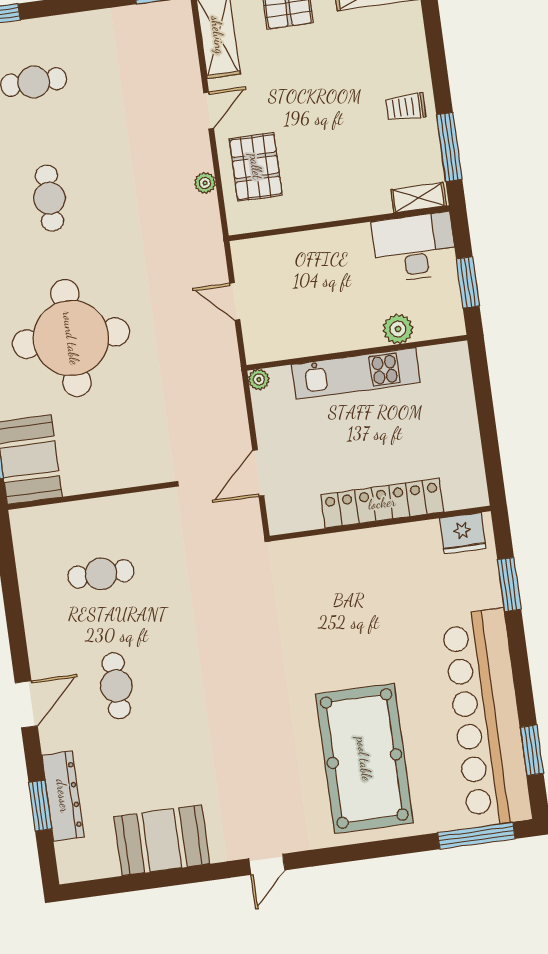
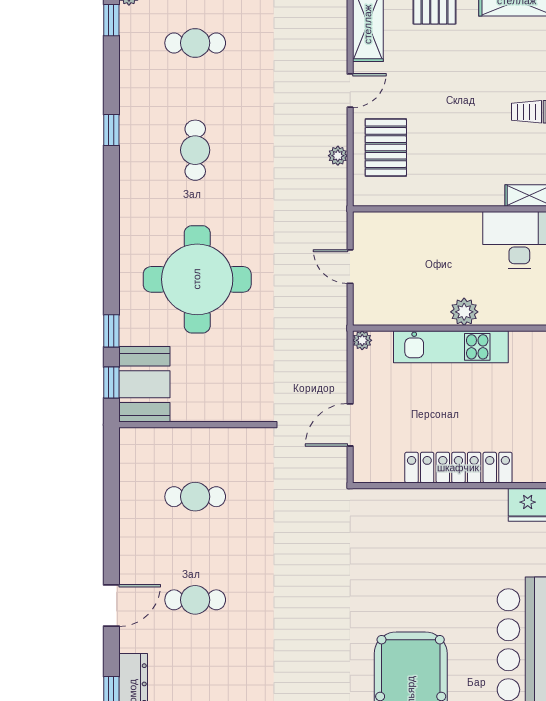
plant: (398, 329) -> (464, 312), moved
cafe table: (116, 686) -> (195, 600), turned 90

